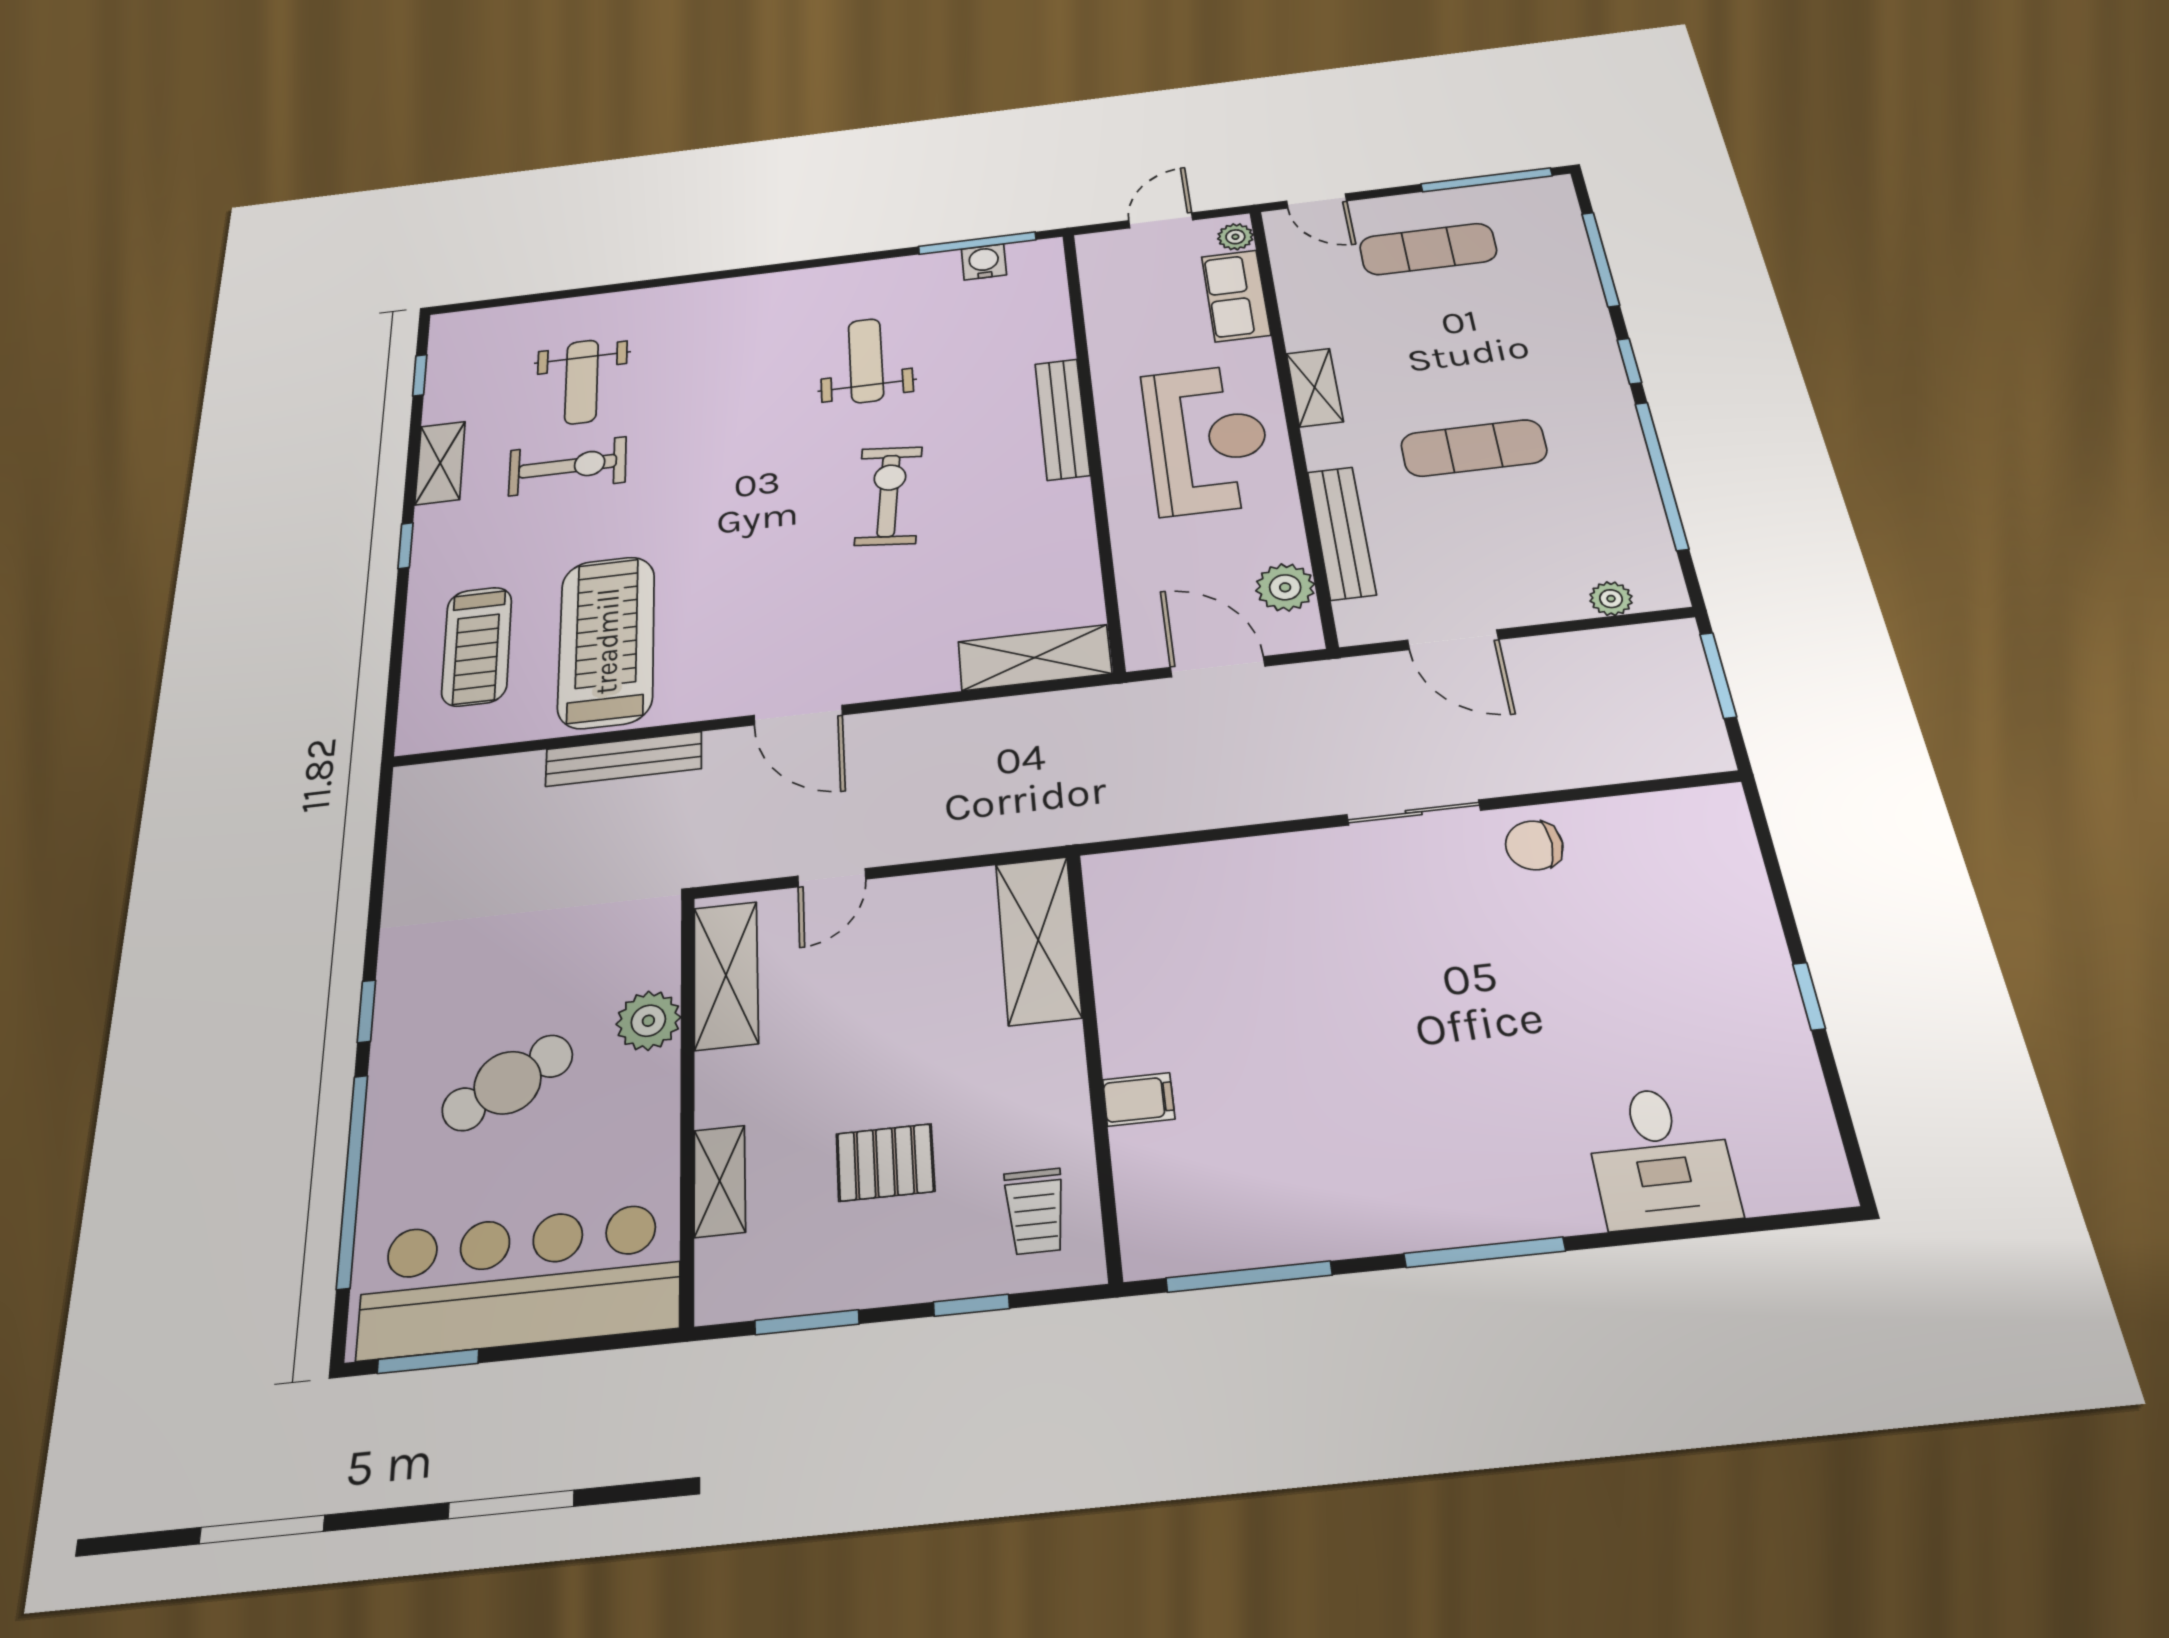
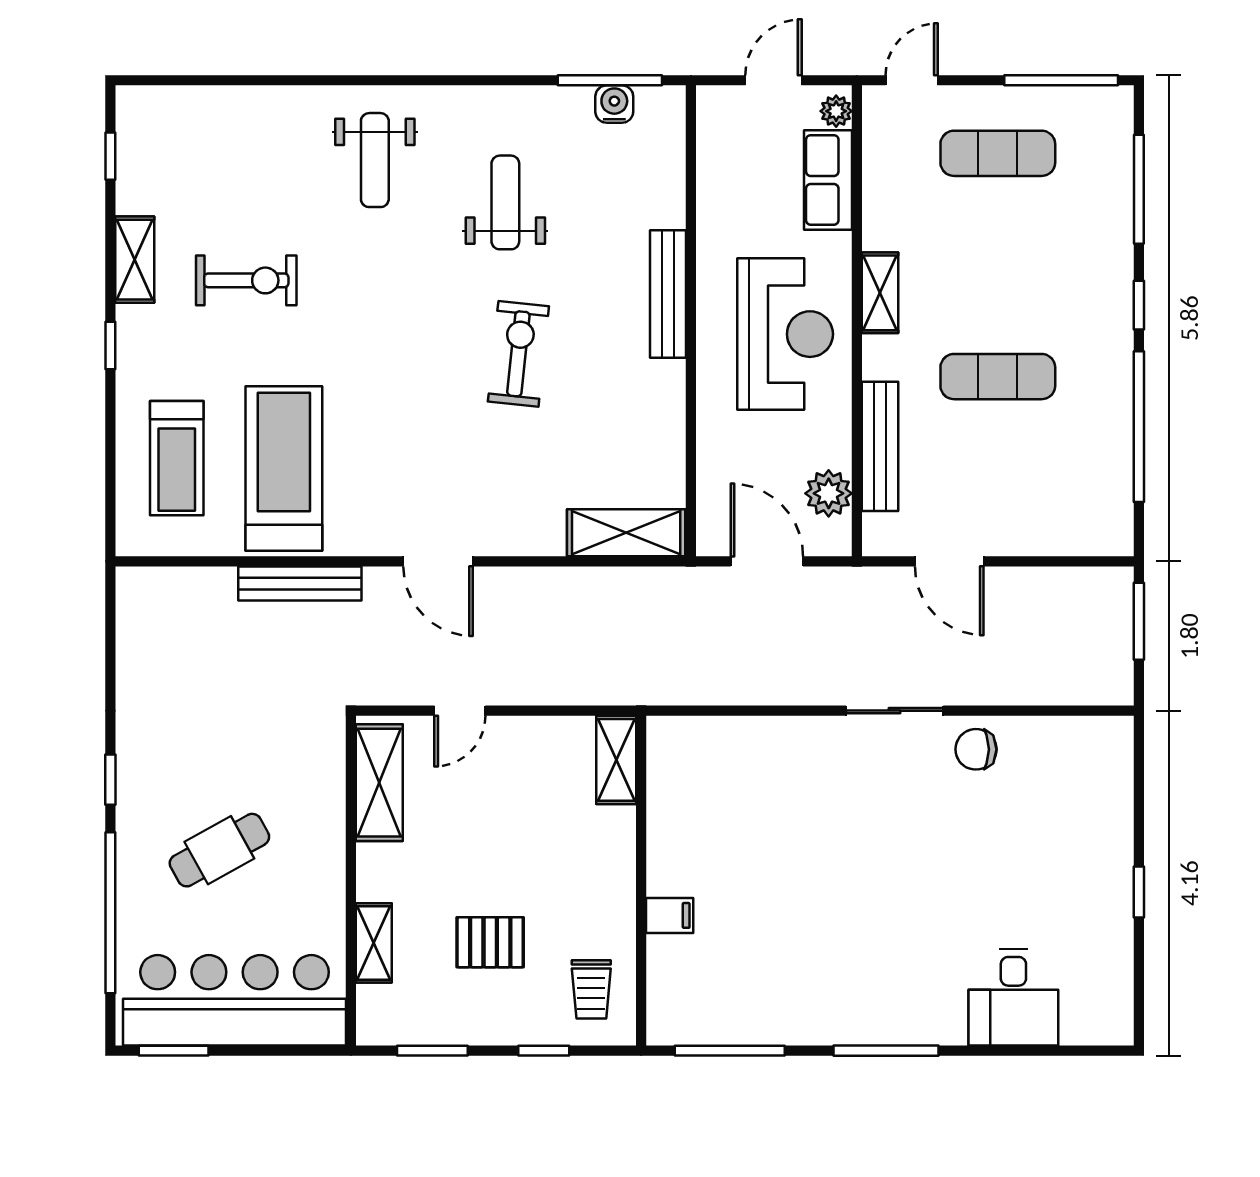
door: (1317, 201) -> (912, 80), swing flipped
weight bench: (582, 382) -> (375, 160), moved
plant: (1611, 599) -> (1075, 540), removed
shelving: (1038, 940) -> (616, 760), width x0.67, depth x0.75
plant: (648, 1021) -> (322, 813), removed

